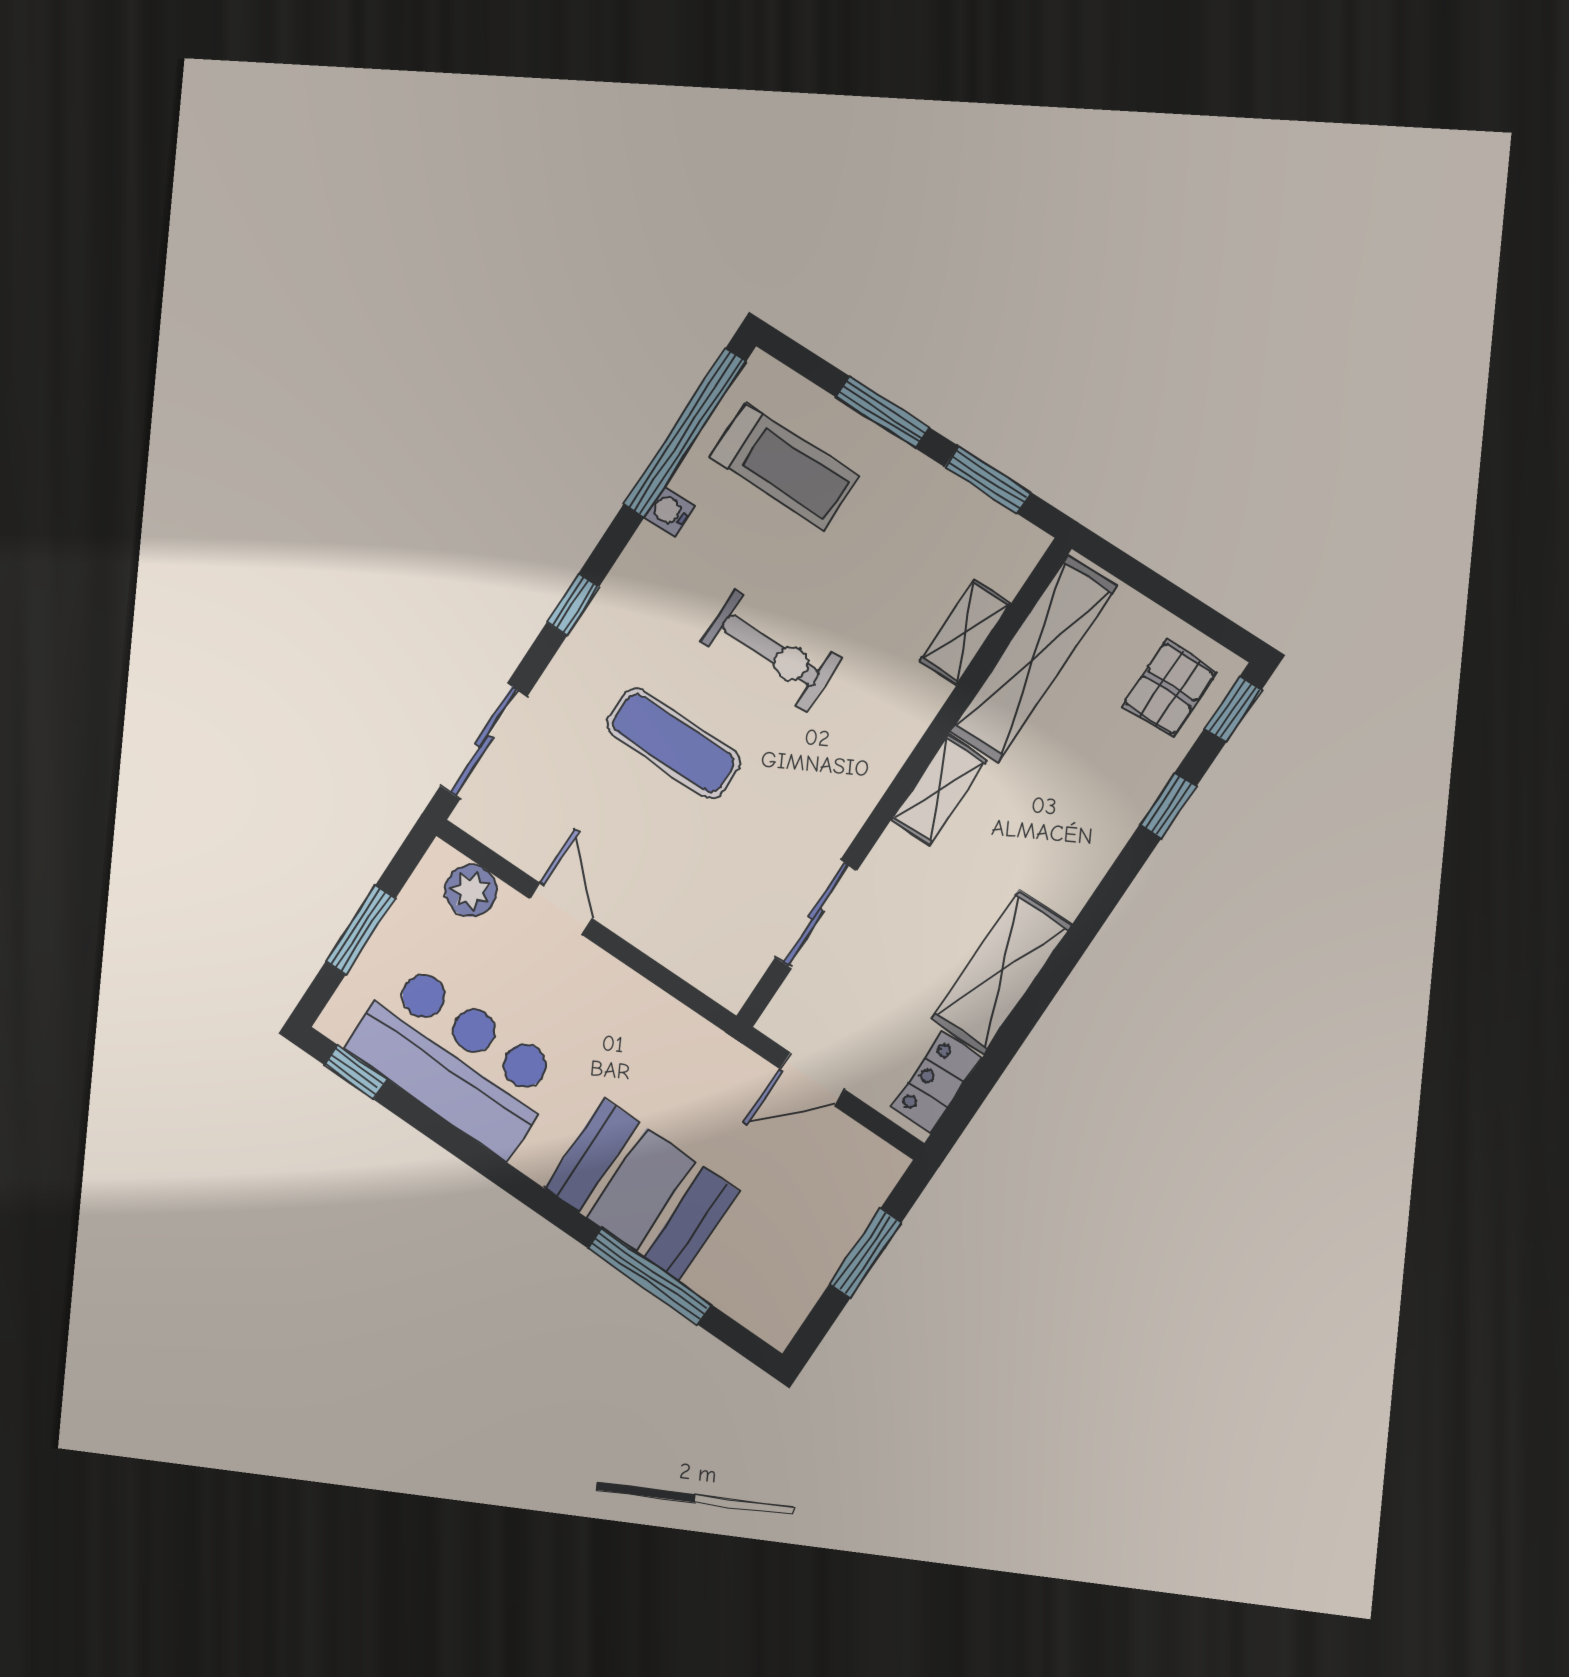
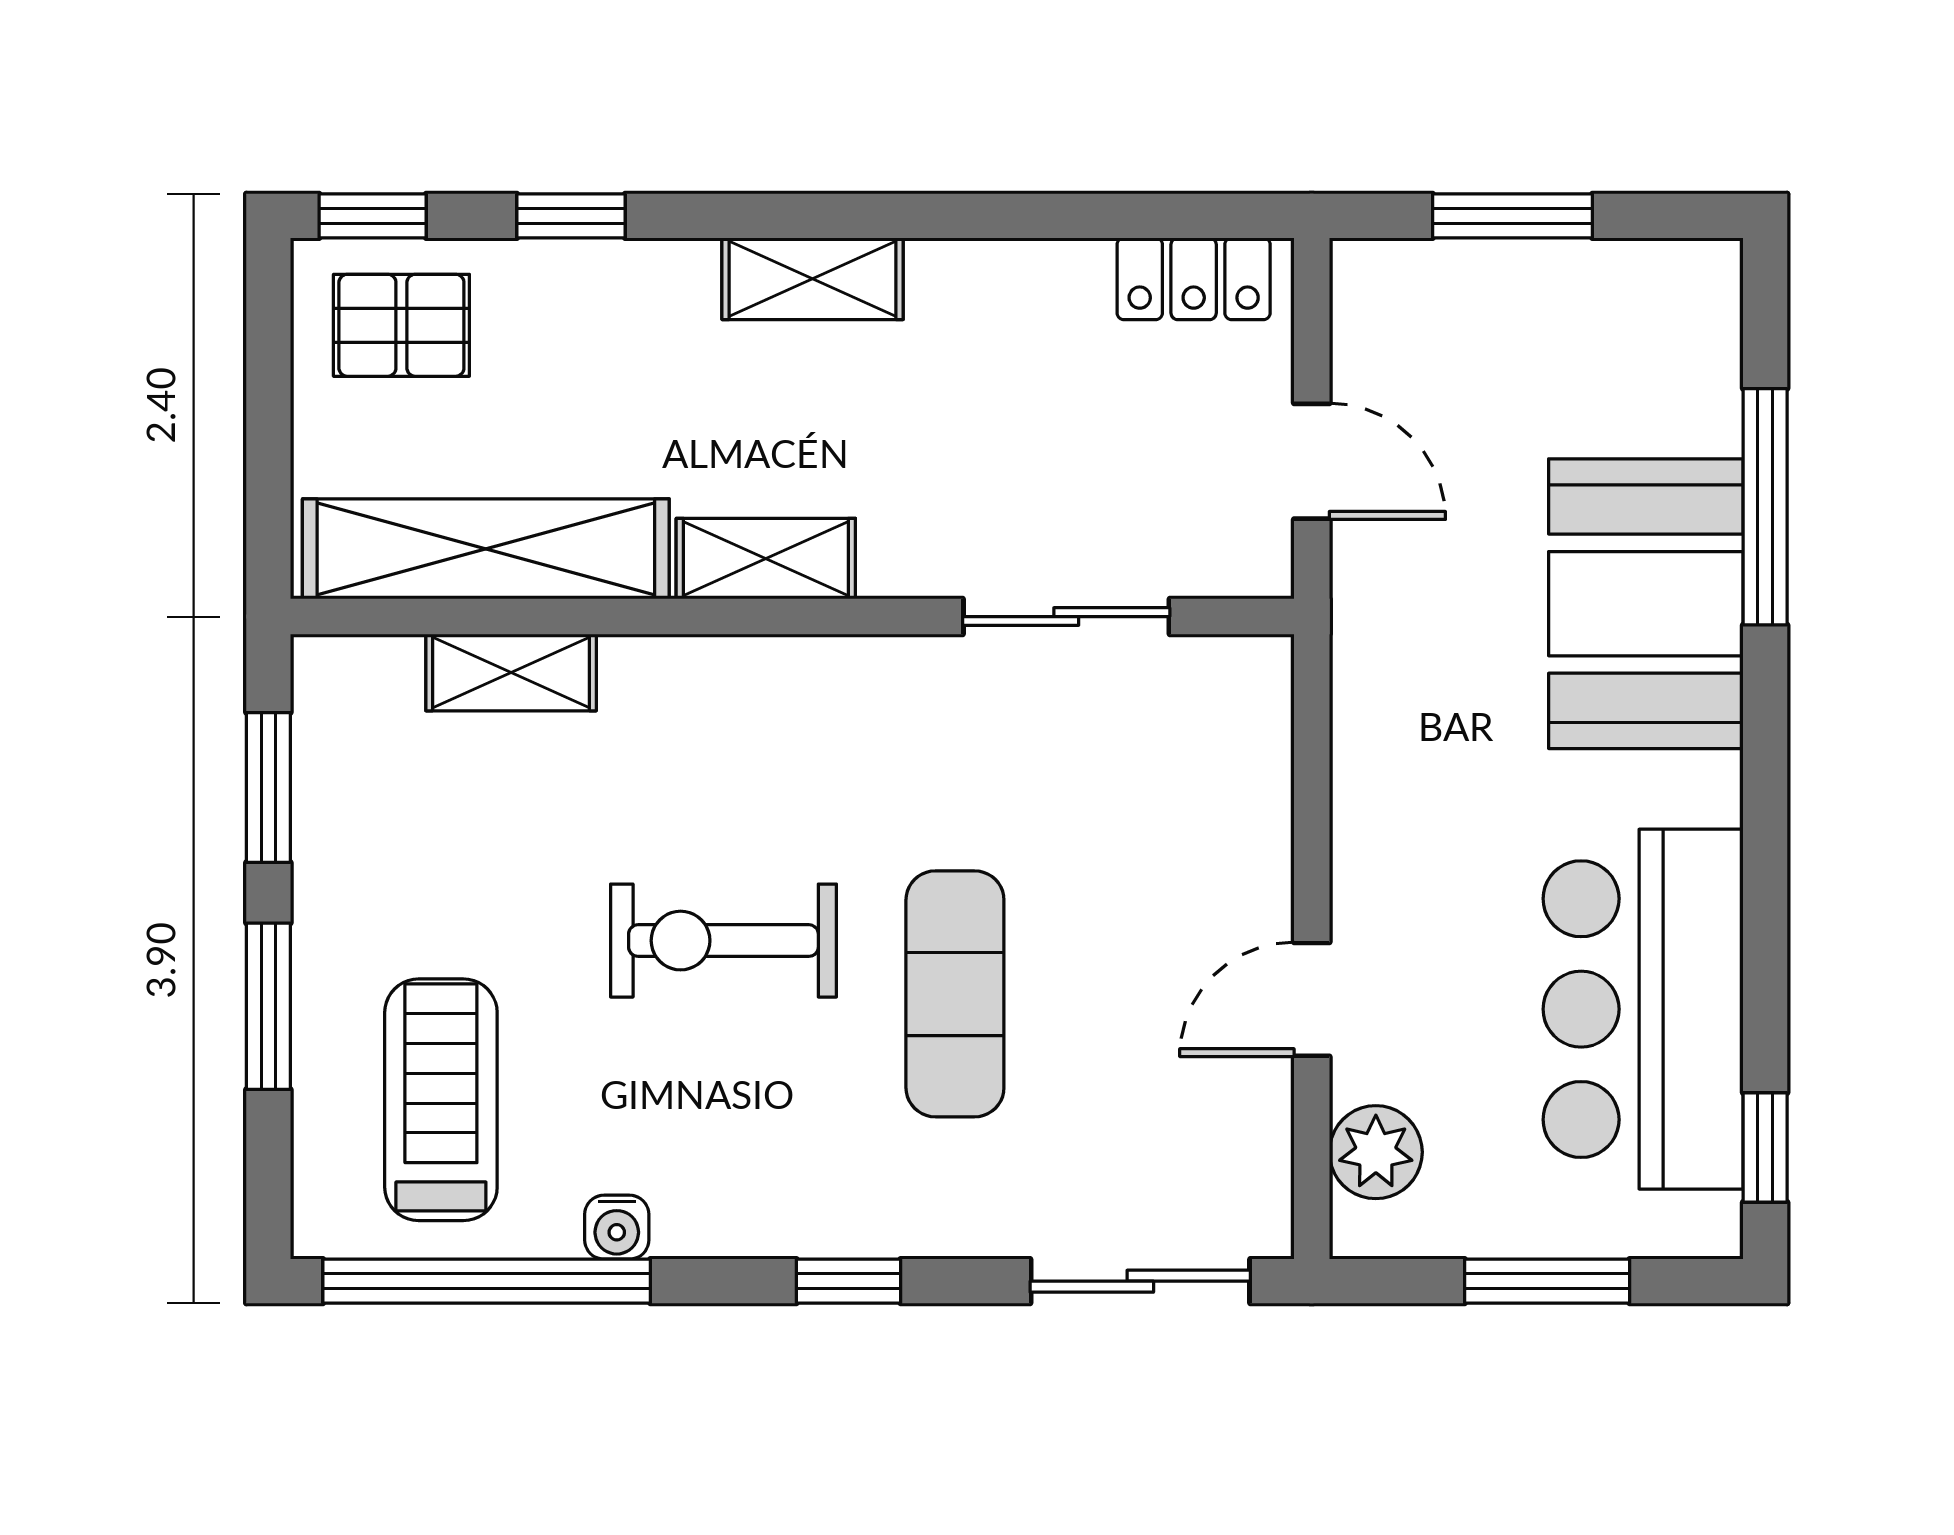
exercise bike: (771, 650) -> (723, 941), turned -90
shelving: (1002, 972) -> (813, 279), moved, width x0.67, depth x0.75

